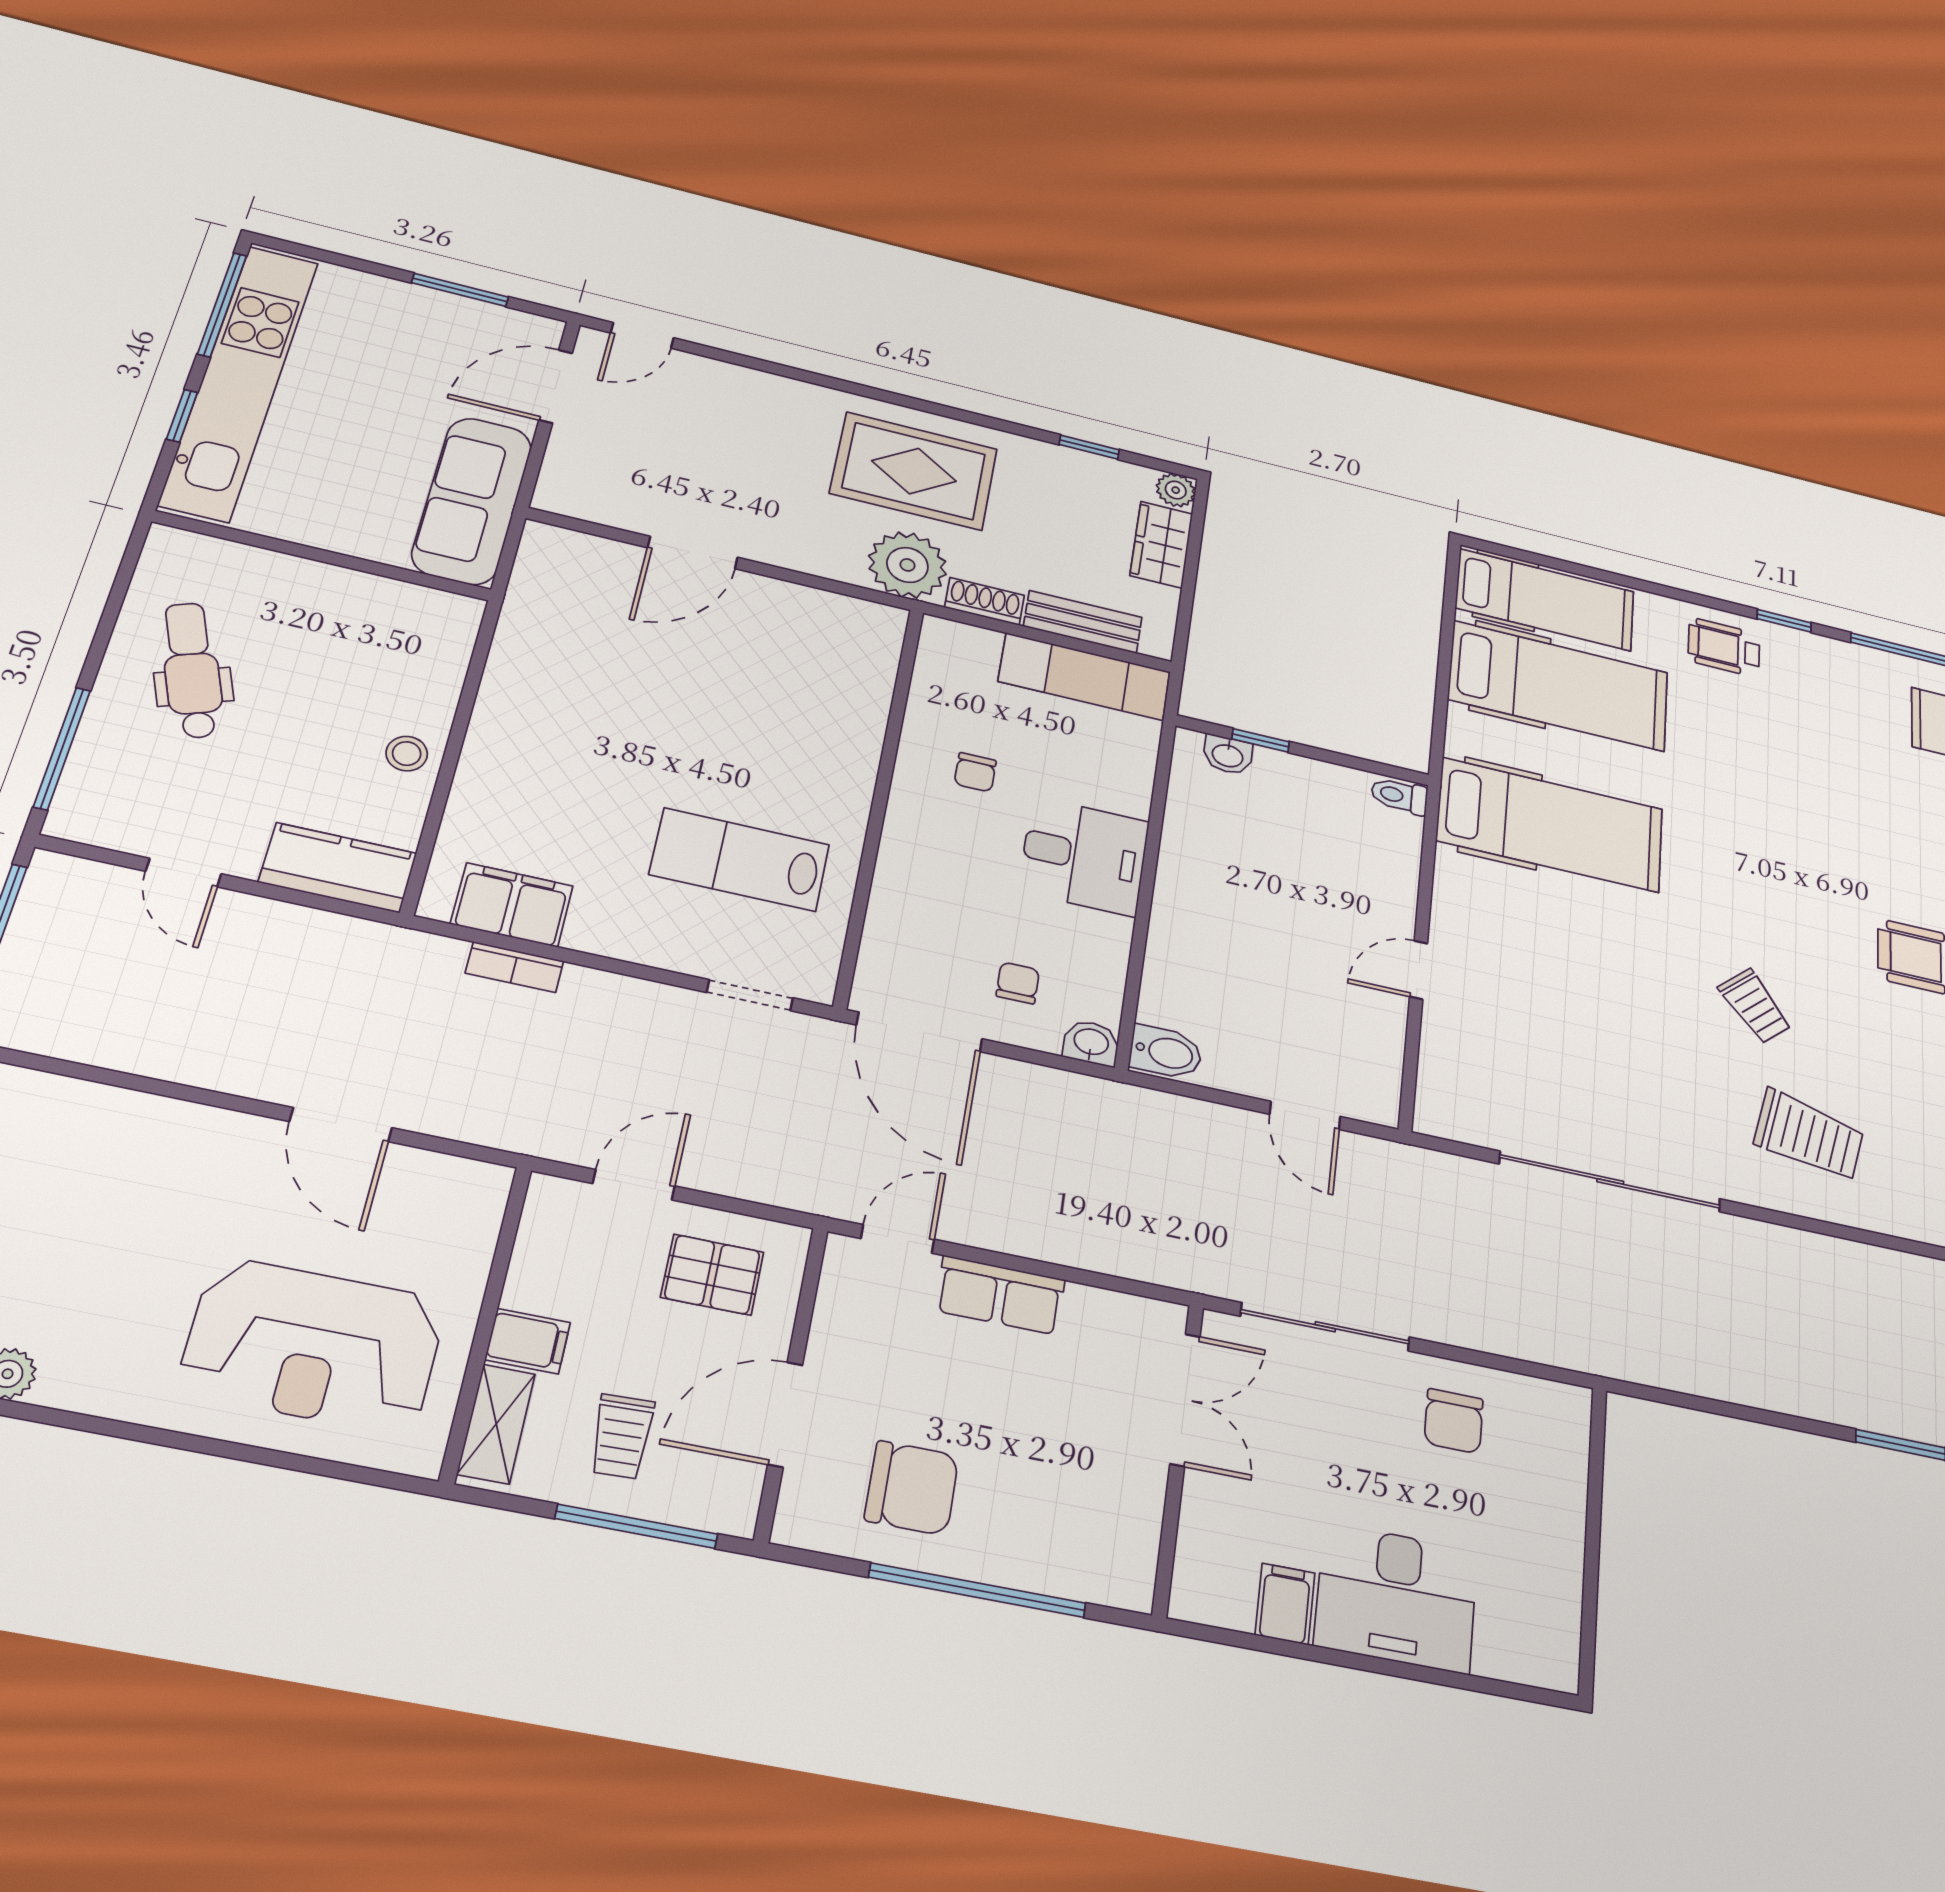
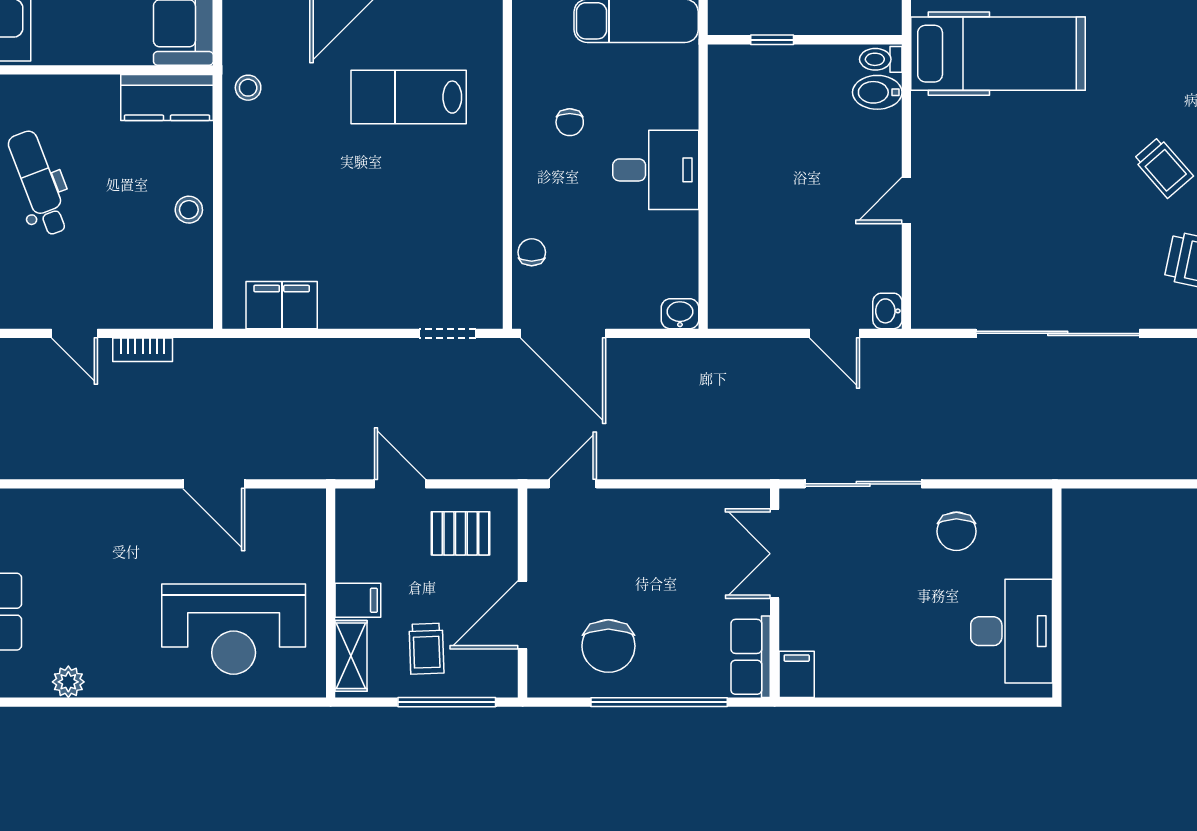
stool: (534, 627) -> (248, 88), added
washbasin: (1228, 755) -> (887, 311), moved, turned 90
lab bench: (740, 860) -> (409, 97), moved
kitchen counter: (338, 868) -> (167, 97), moved, turned 180
bookcase: (514, 967) -> (143, 350), moved
chair: (1018, 983) -> (532, 252), moved
bidet: (1166, 1052) -> (877, 92), moved, turned 180
door: (634, 1185) -> (400, 484), hinge flipped
row of seats: (1000, 1295) -> (751, 657), moved, turned 90
double door: (1185, 1400) -> (775, 554), swing flipped
chair: (912, 1488) -> (608, 646), turned 90
desk: (1396, 1598) -> (1012, 631), moved, turned -90
filing cabinet: (1285, 1604) -> (797, 674), moved

